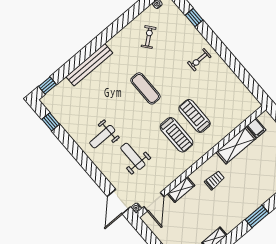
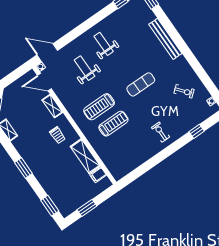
weight bench: (133, 156) -> (85, 68), turned -90

